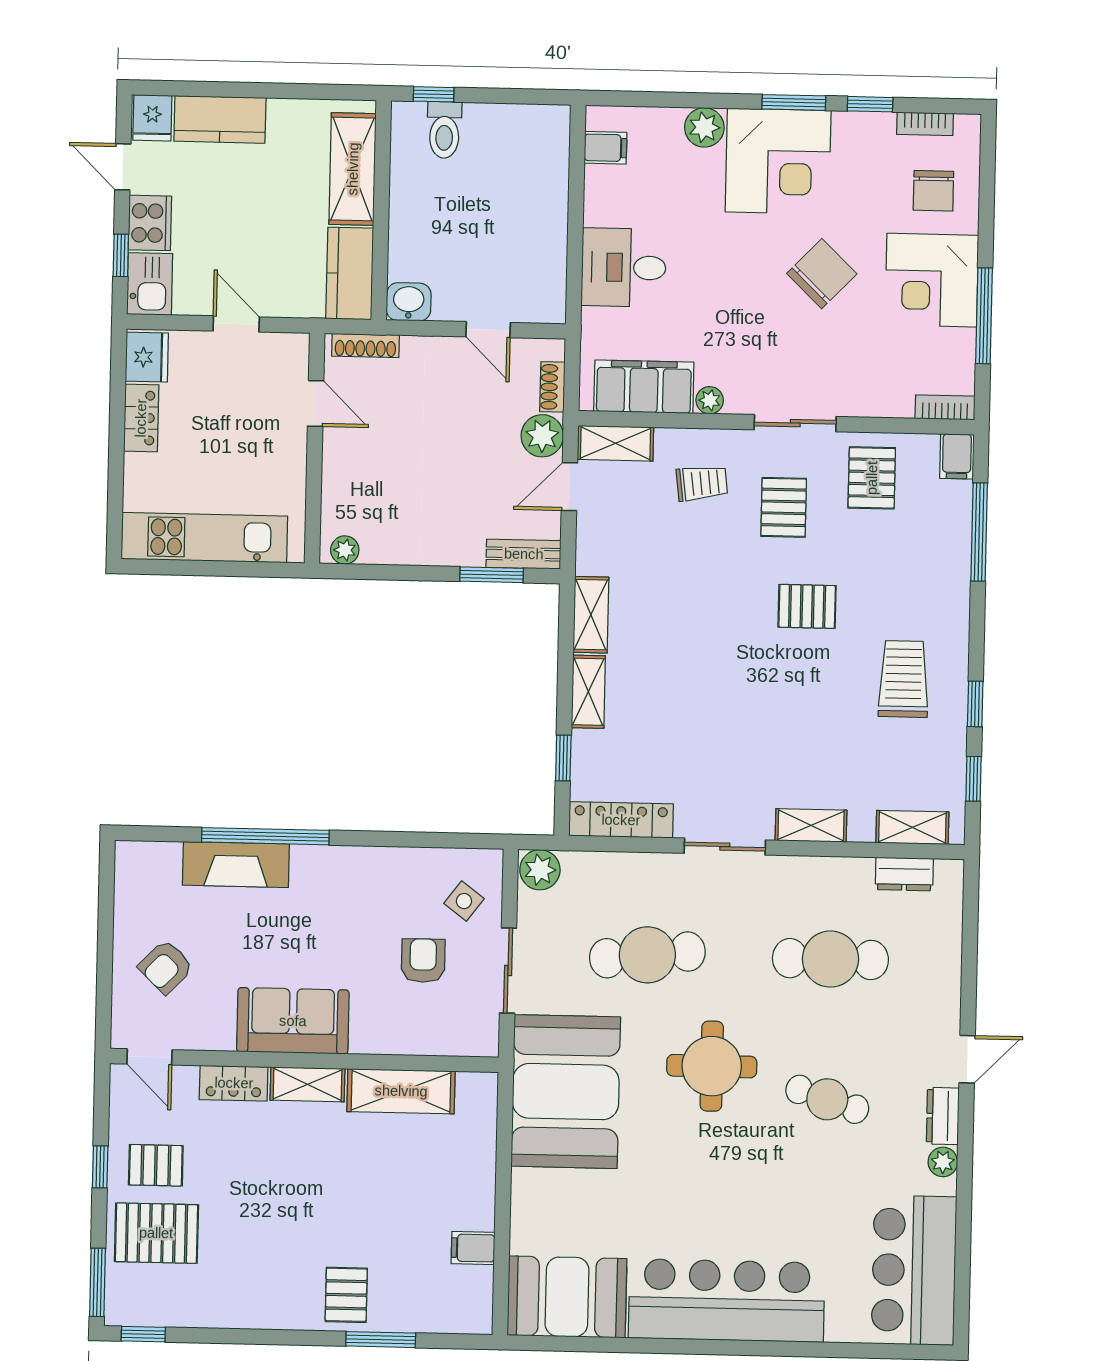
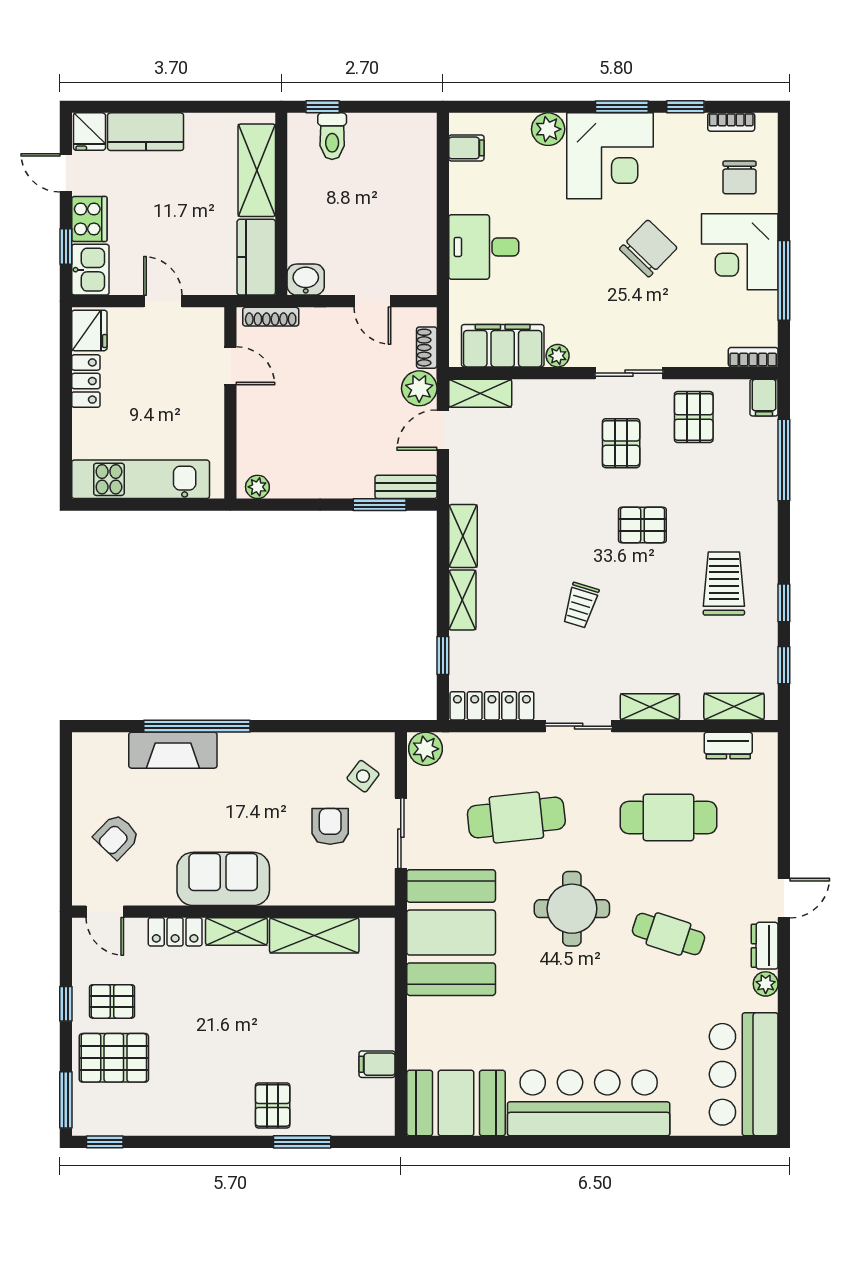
trolley: (702, 483) -> (580, 605), moved, turned 114

